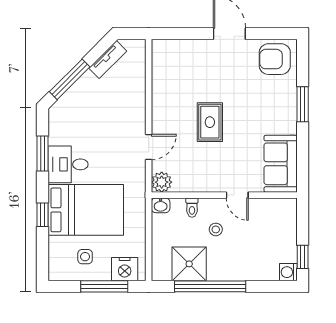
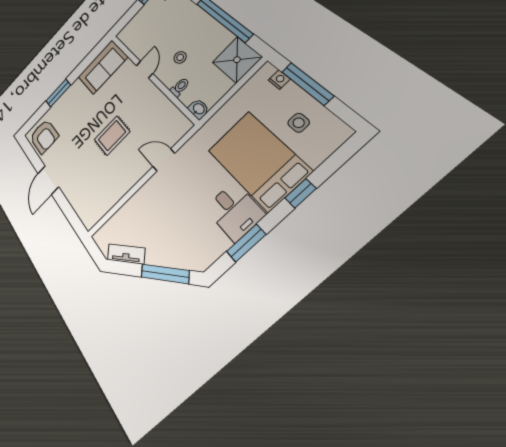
plant: (162, 182) -> (181, 125), removed
shower: (189, 264) -> (237, 60), moved
nightstand: (125, 269) -> (279, 80), width x0.53, depth x0.56

